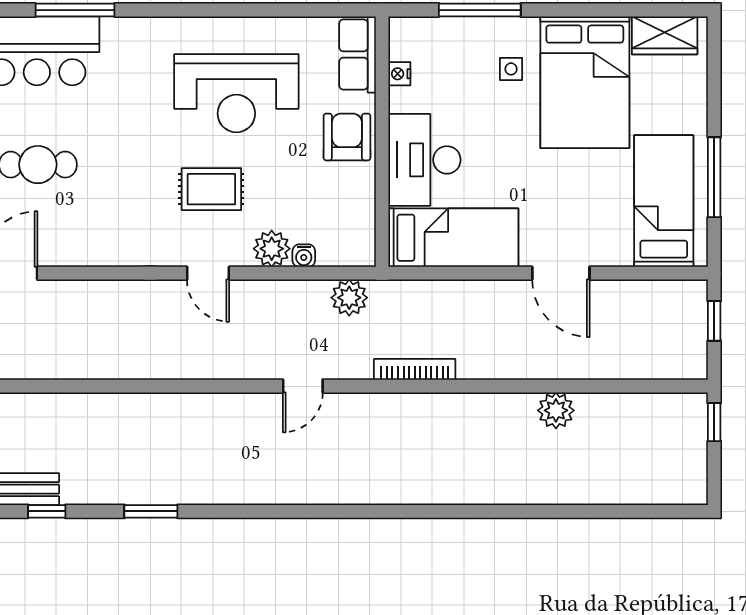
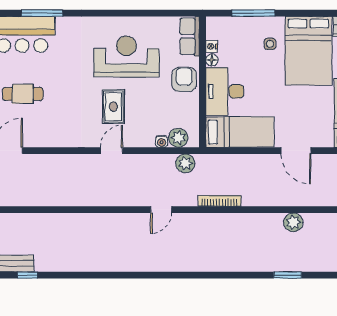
reception desk: (236, 93) -> (126, 57), turned 180
floor lamp: (400, 100) -> (212, 60), added
rug: (211, 189) -> (113, 107), turned 90
plant: (272, 249) -> (178, 138), moved
door: (208, 273) -> (112, 151), swing flipped
window: (151, 511) -> (288, 275), moved

